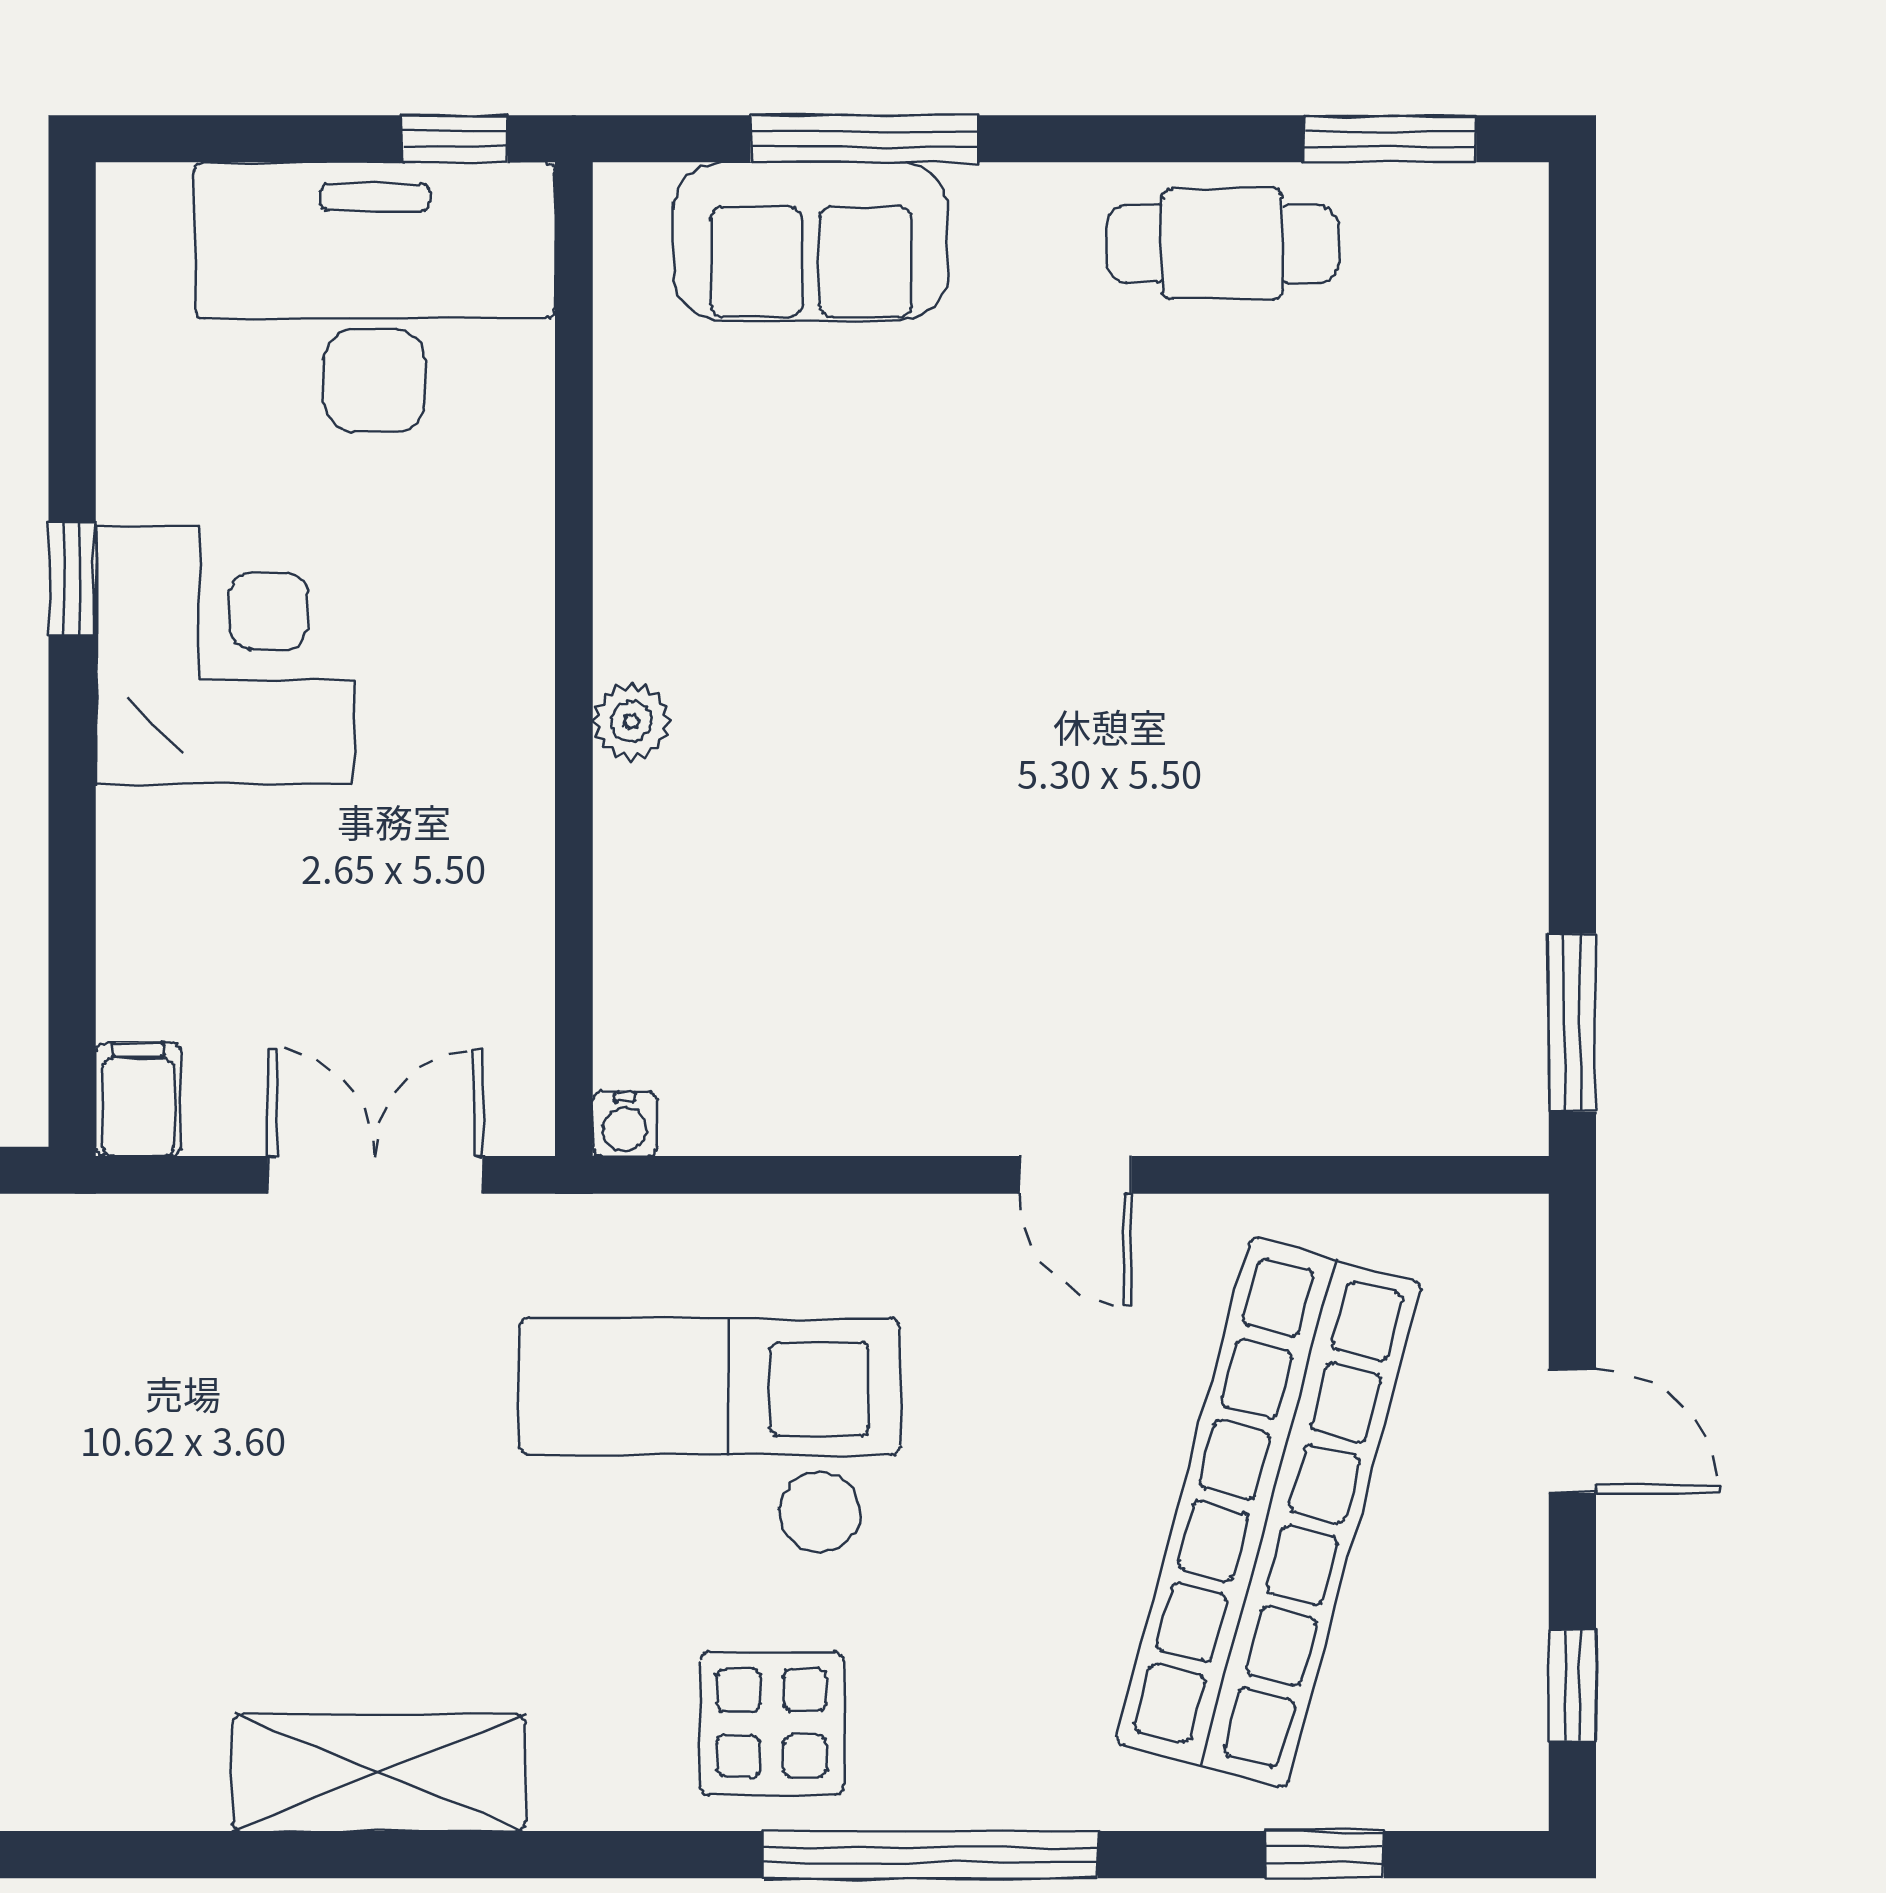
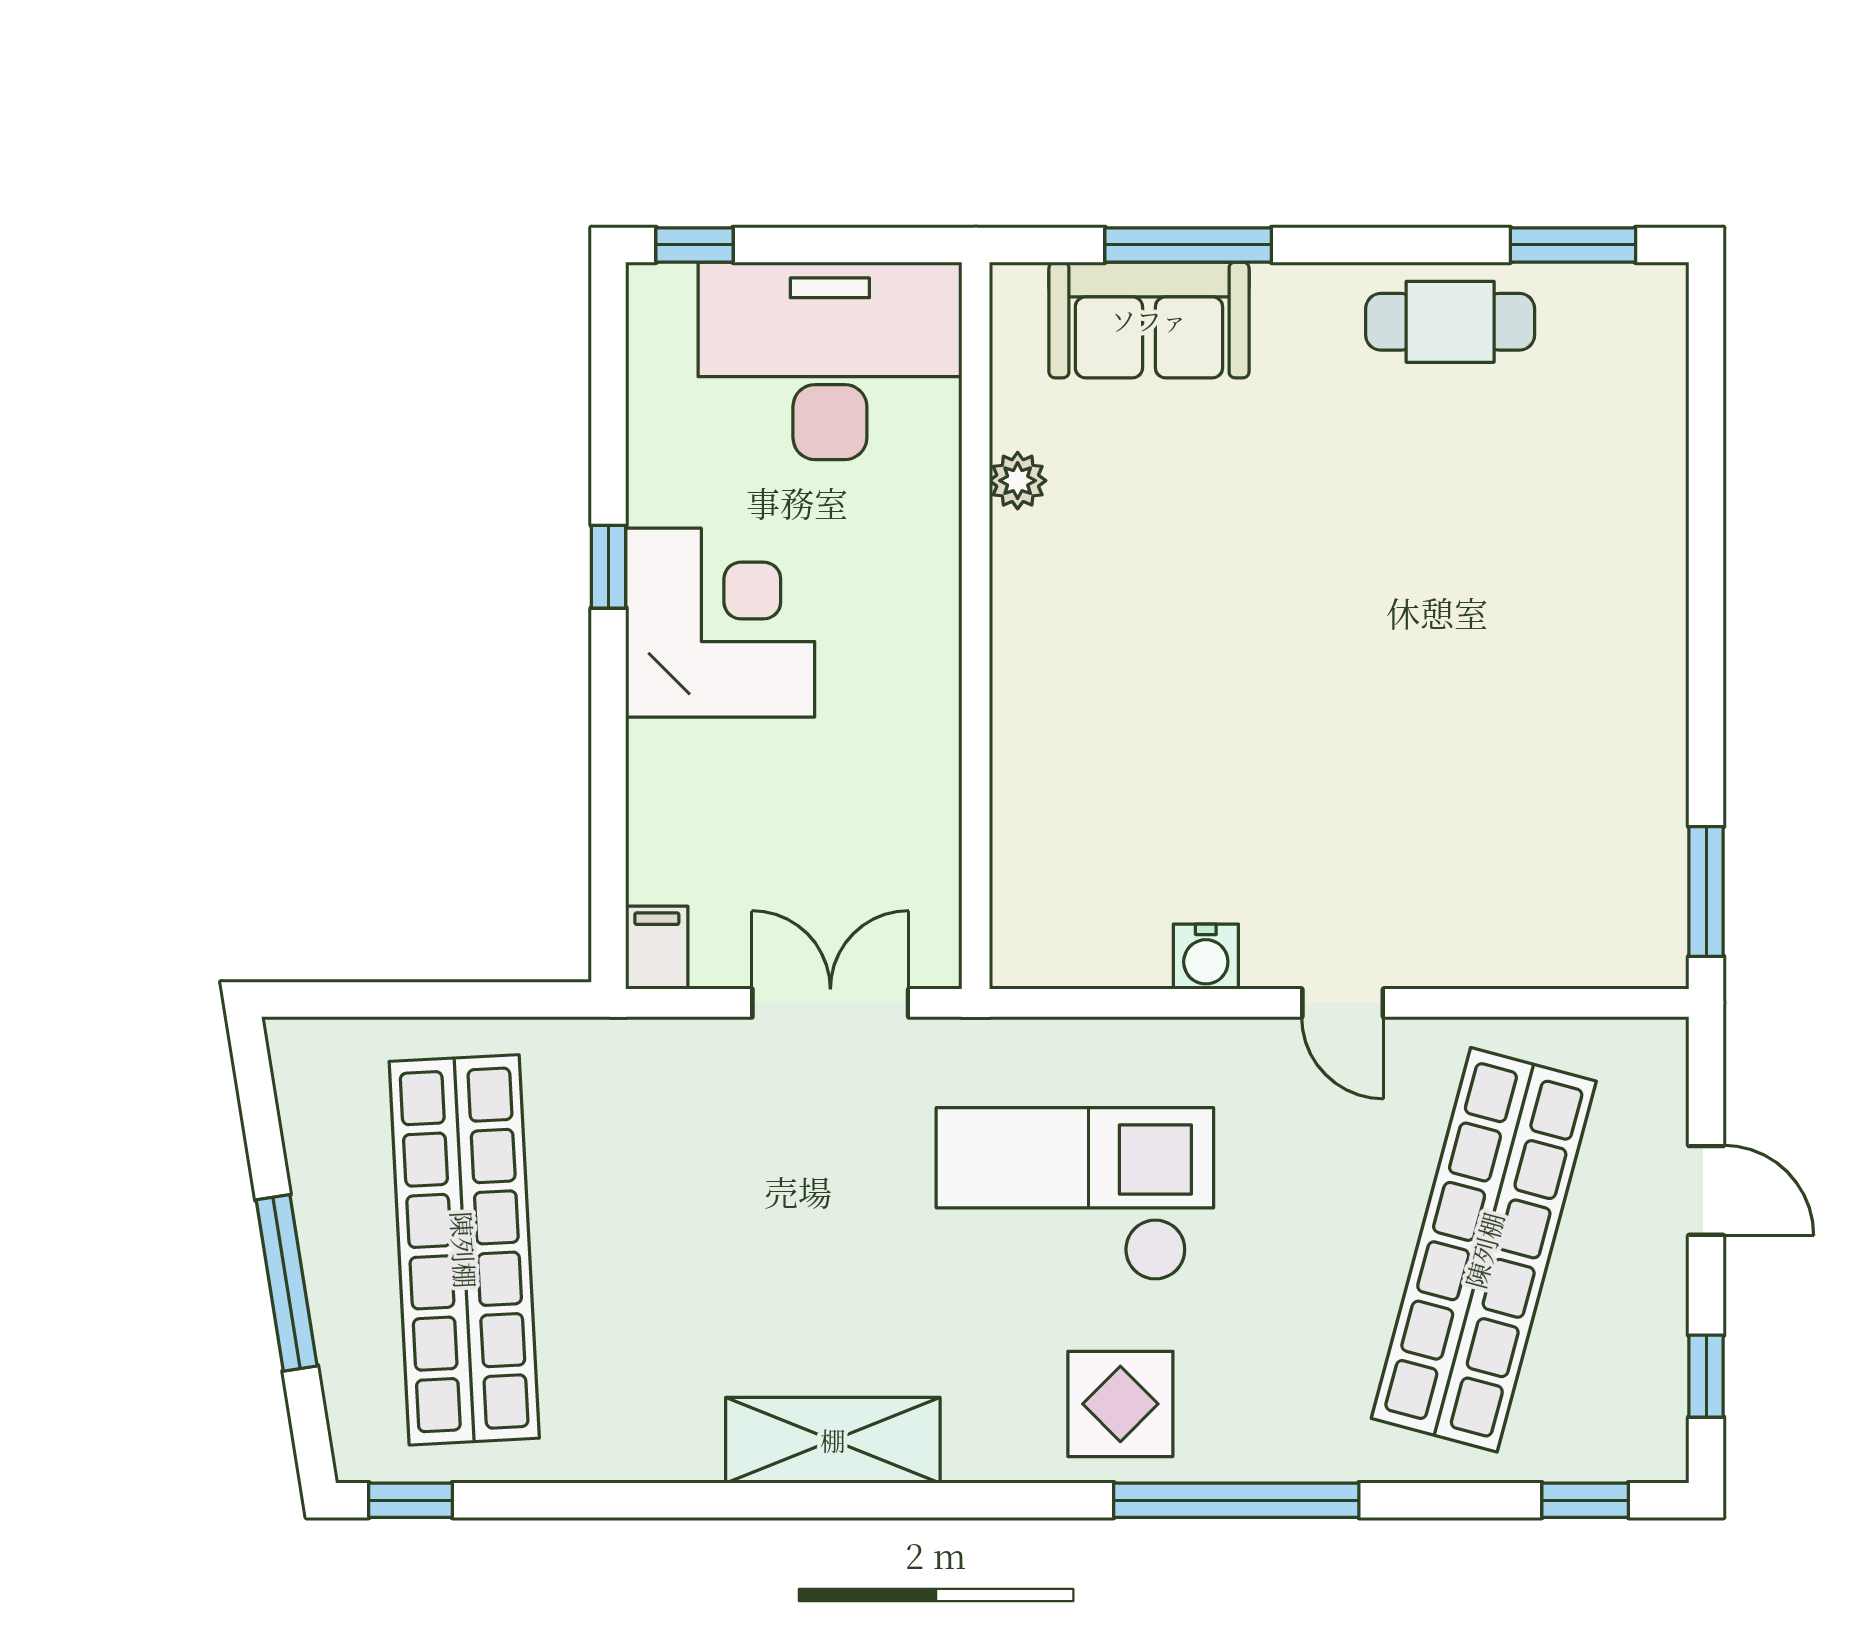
window: (455, 139) -> (694, 245), moved
plant: (631, 721) -> (1018, 481), moved
water cooler: (625, 1124) -> (1206, 957), moved, width x1.38, depth x1.38
window: (1324, 1855) -> (1585, 1500), moved

